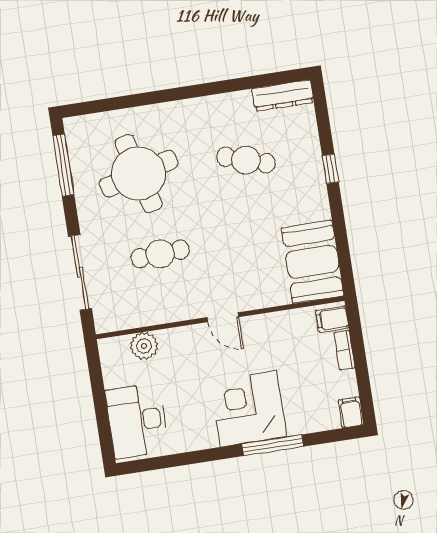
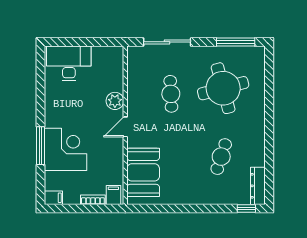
window: (330, 169) -> (246, 208), moved
booth: (312, 262) -> (143, 172), moved, turned 90
plant: (144, 346) -> (115, 101), moved
corner desk: (248, 409) -> (66, 149), moved

